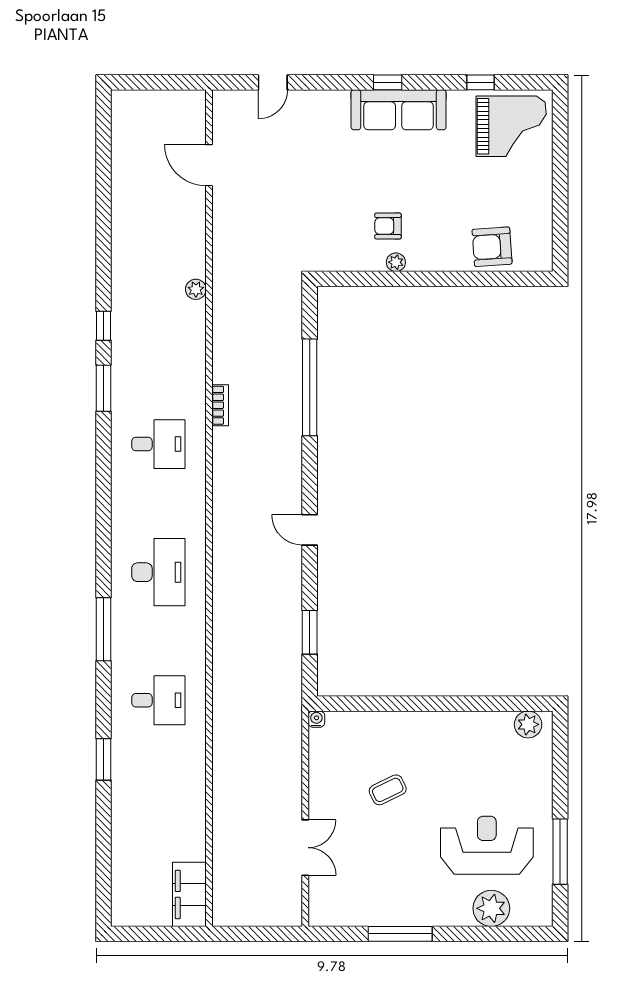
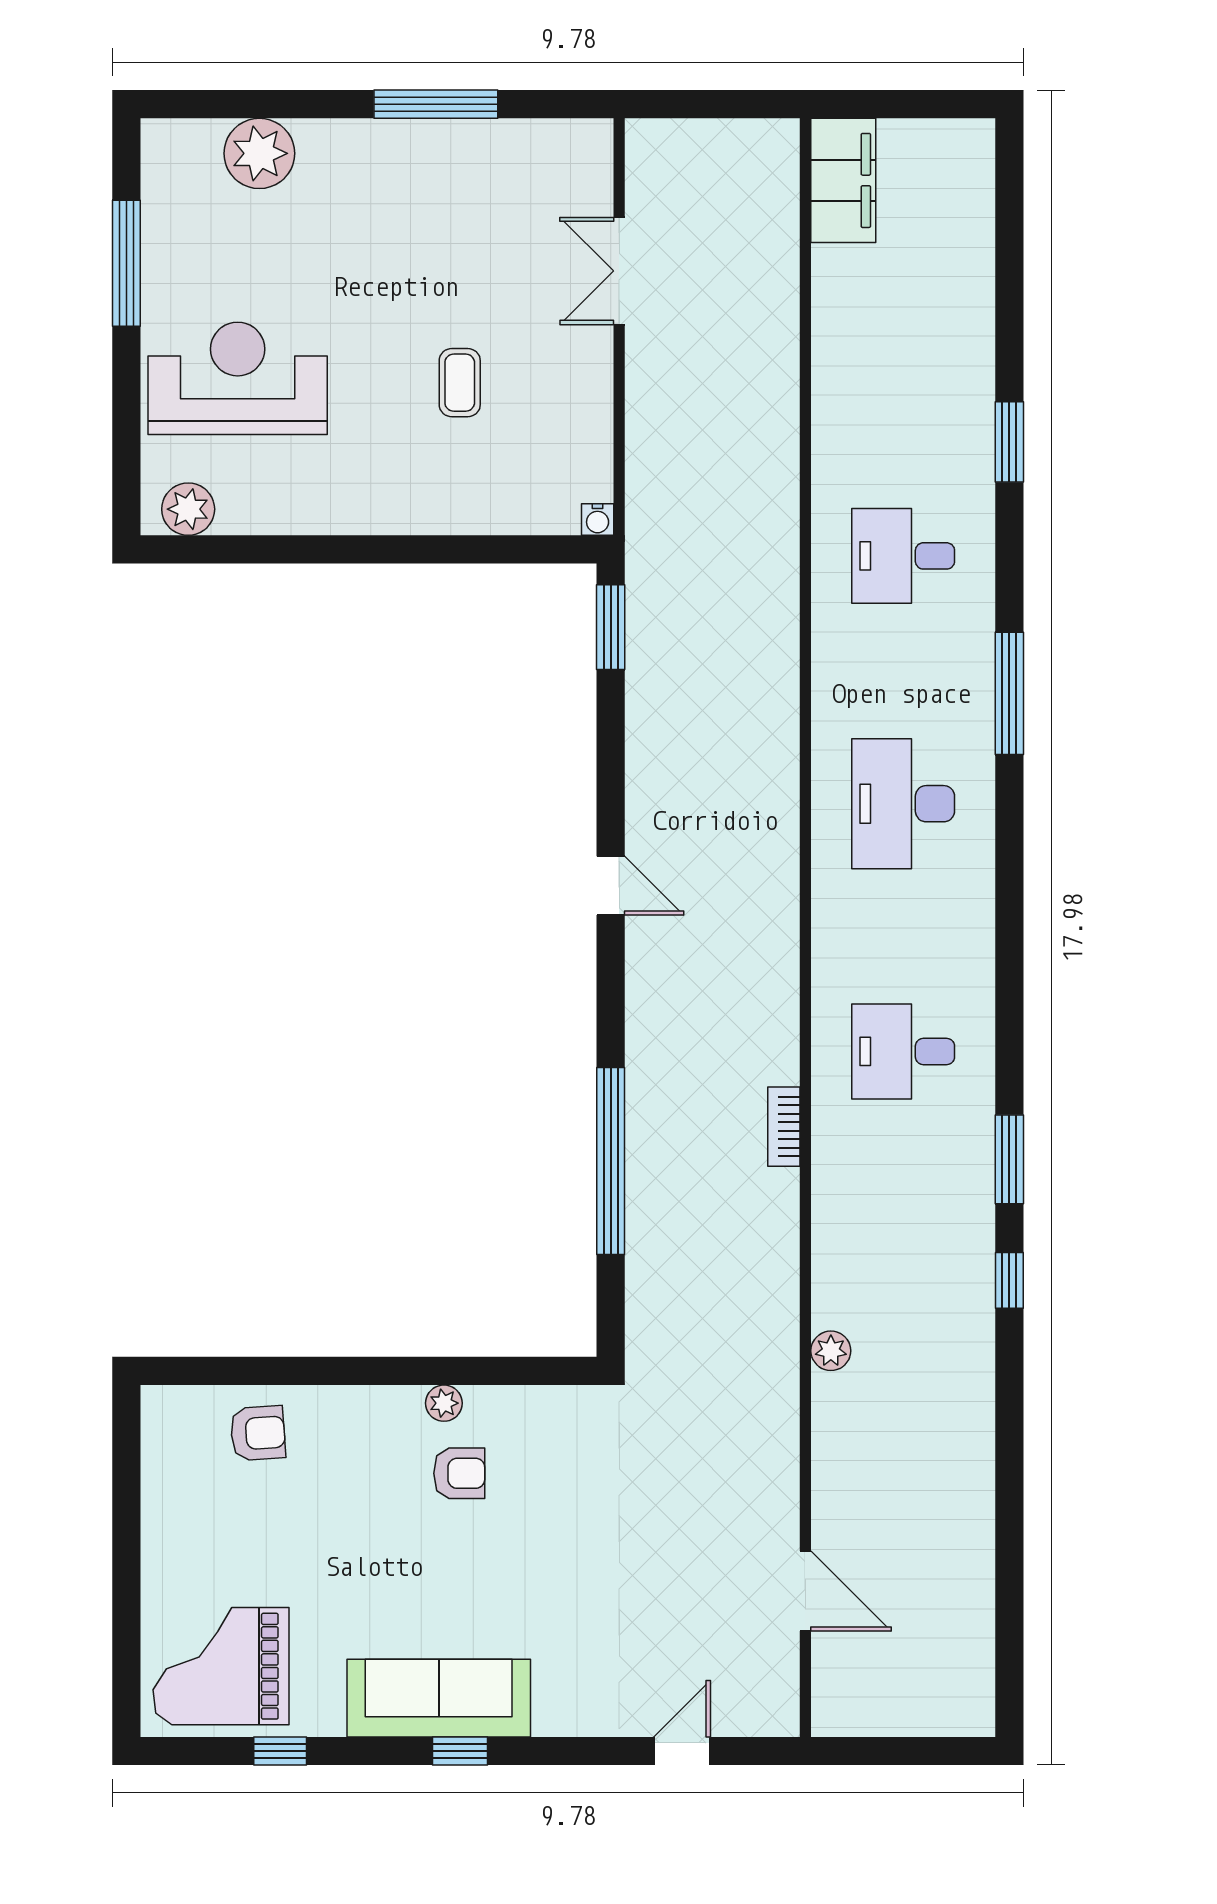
armchair: (492, 247) -> (258, 1433), width x0.72, depth x0.72
window: (310, 632) -> (611, 627), moved
coffee table: (388, 790) -> (460, 383), turned -64
reception desk: (487, 845) -> (238, 378), moved, turned 180

